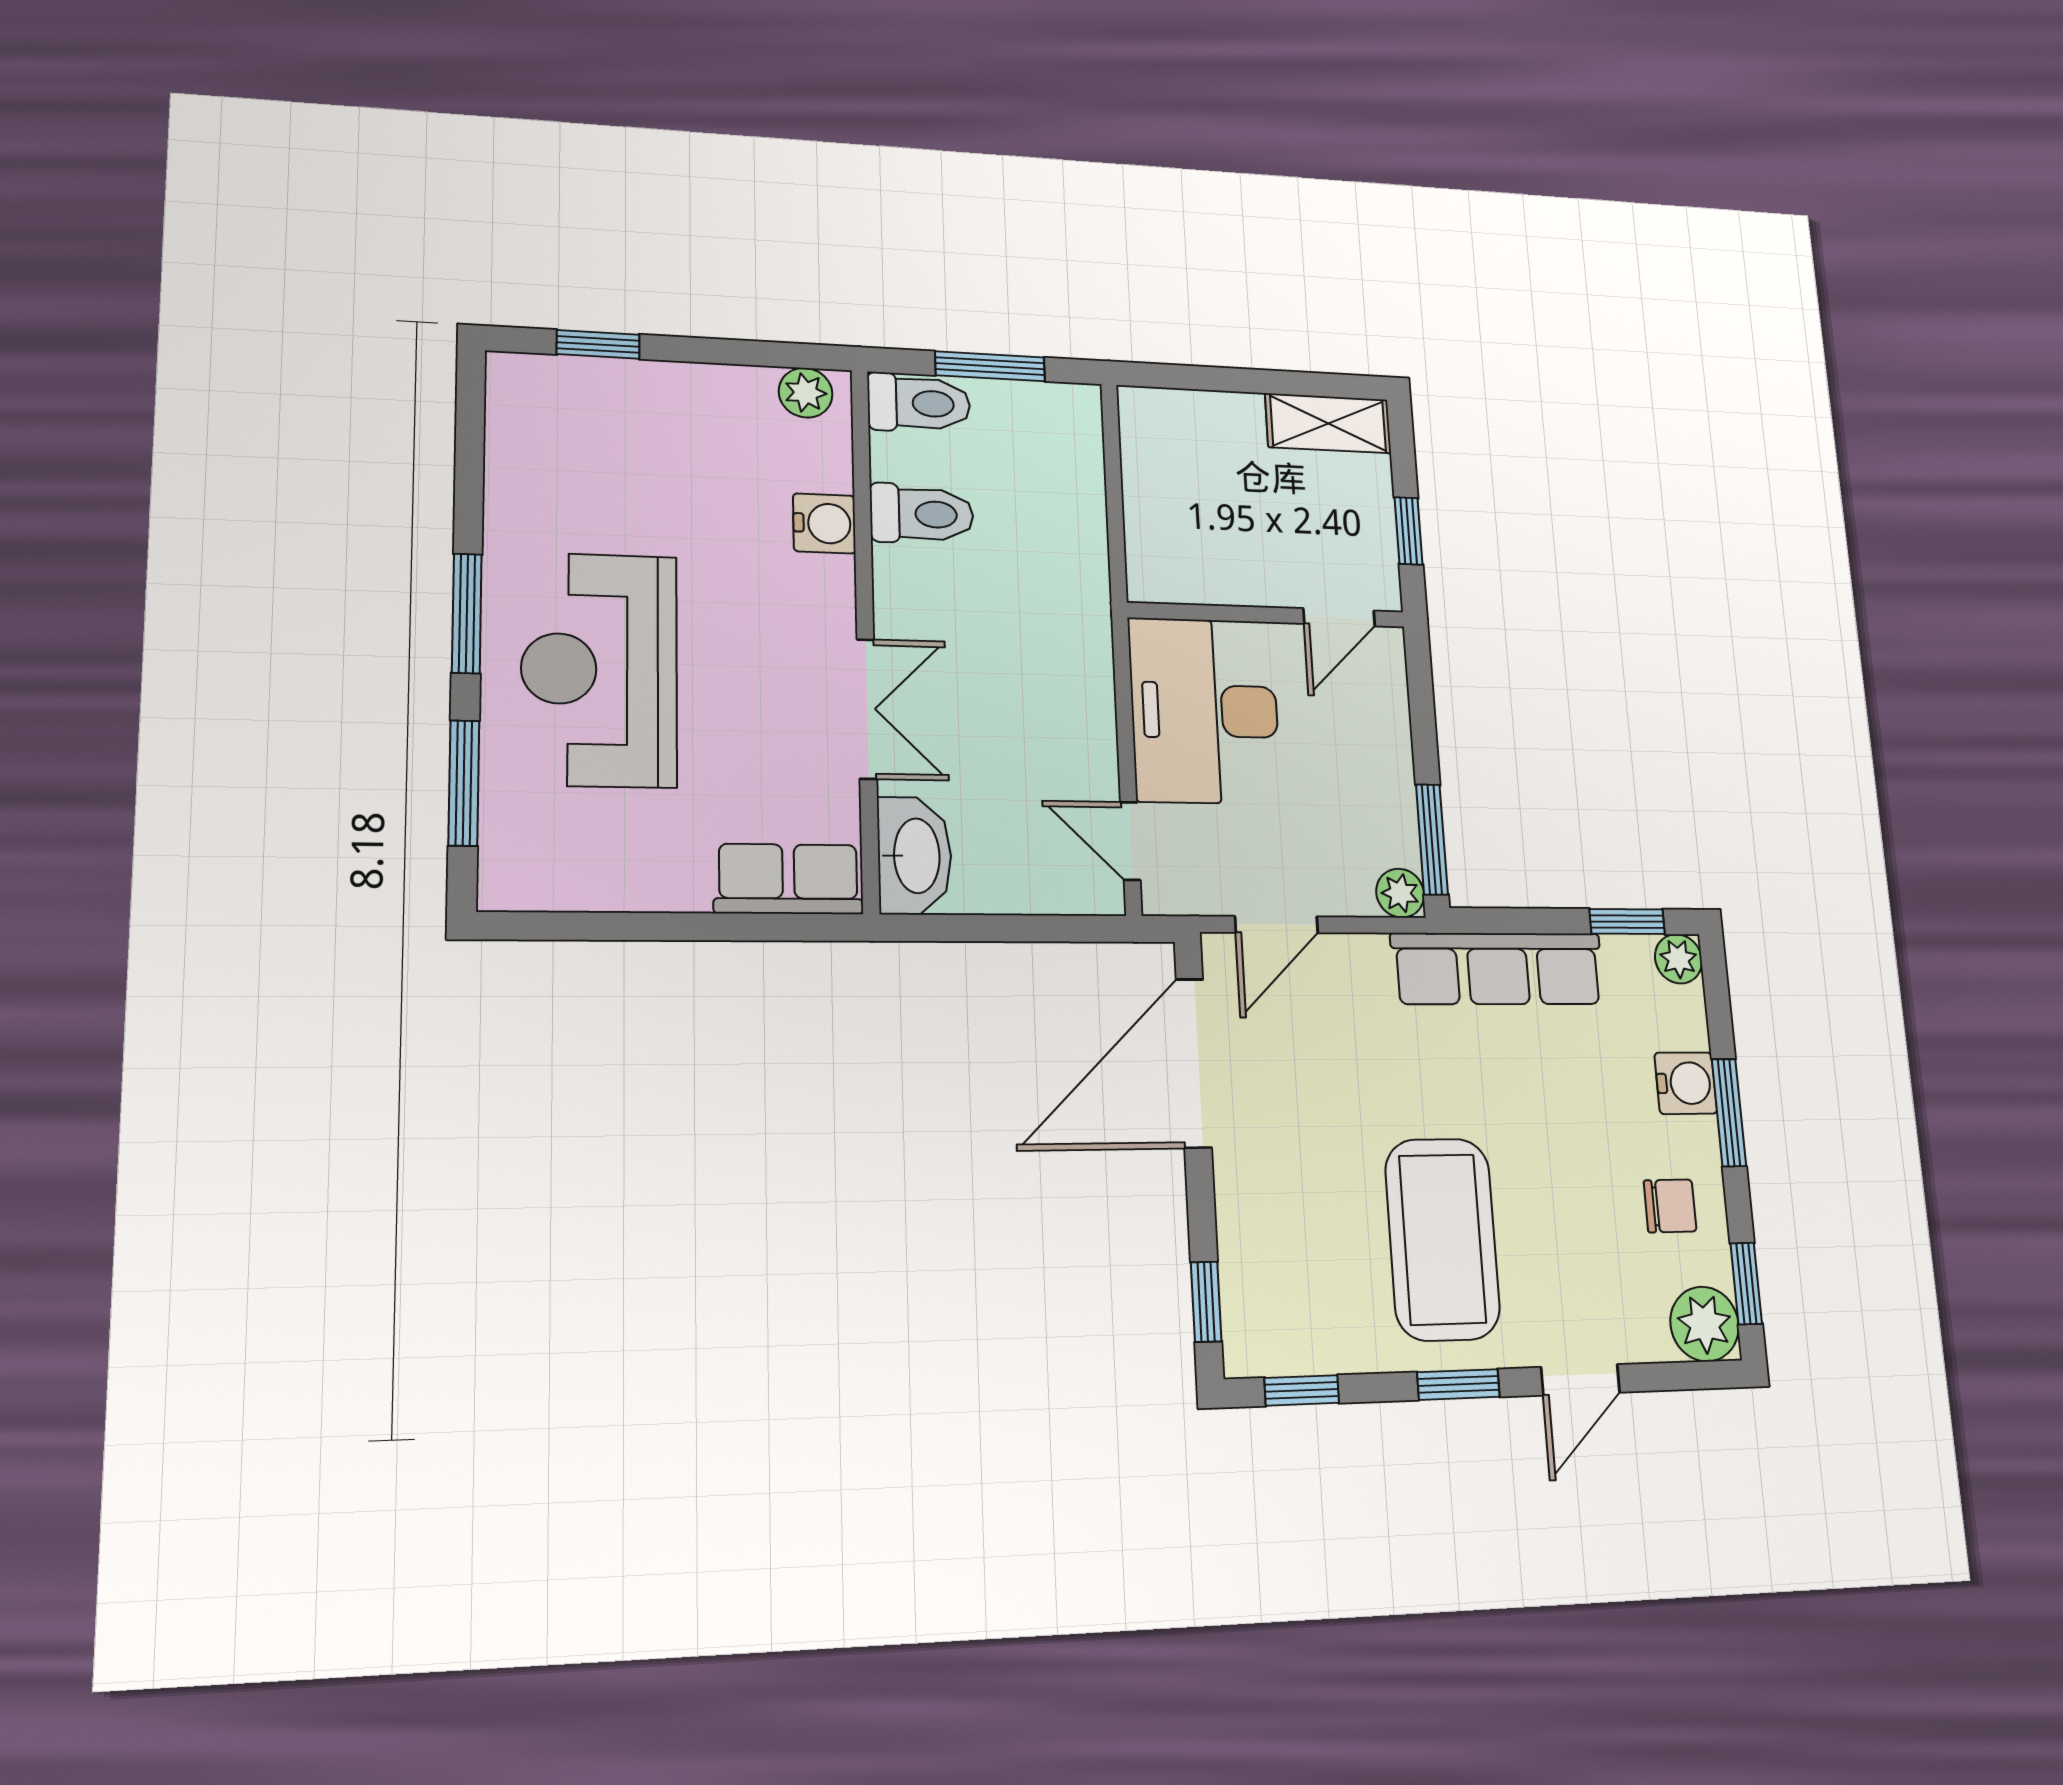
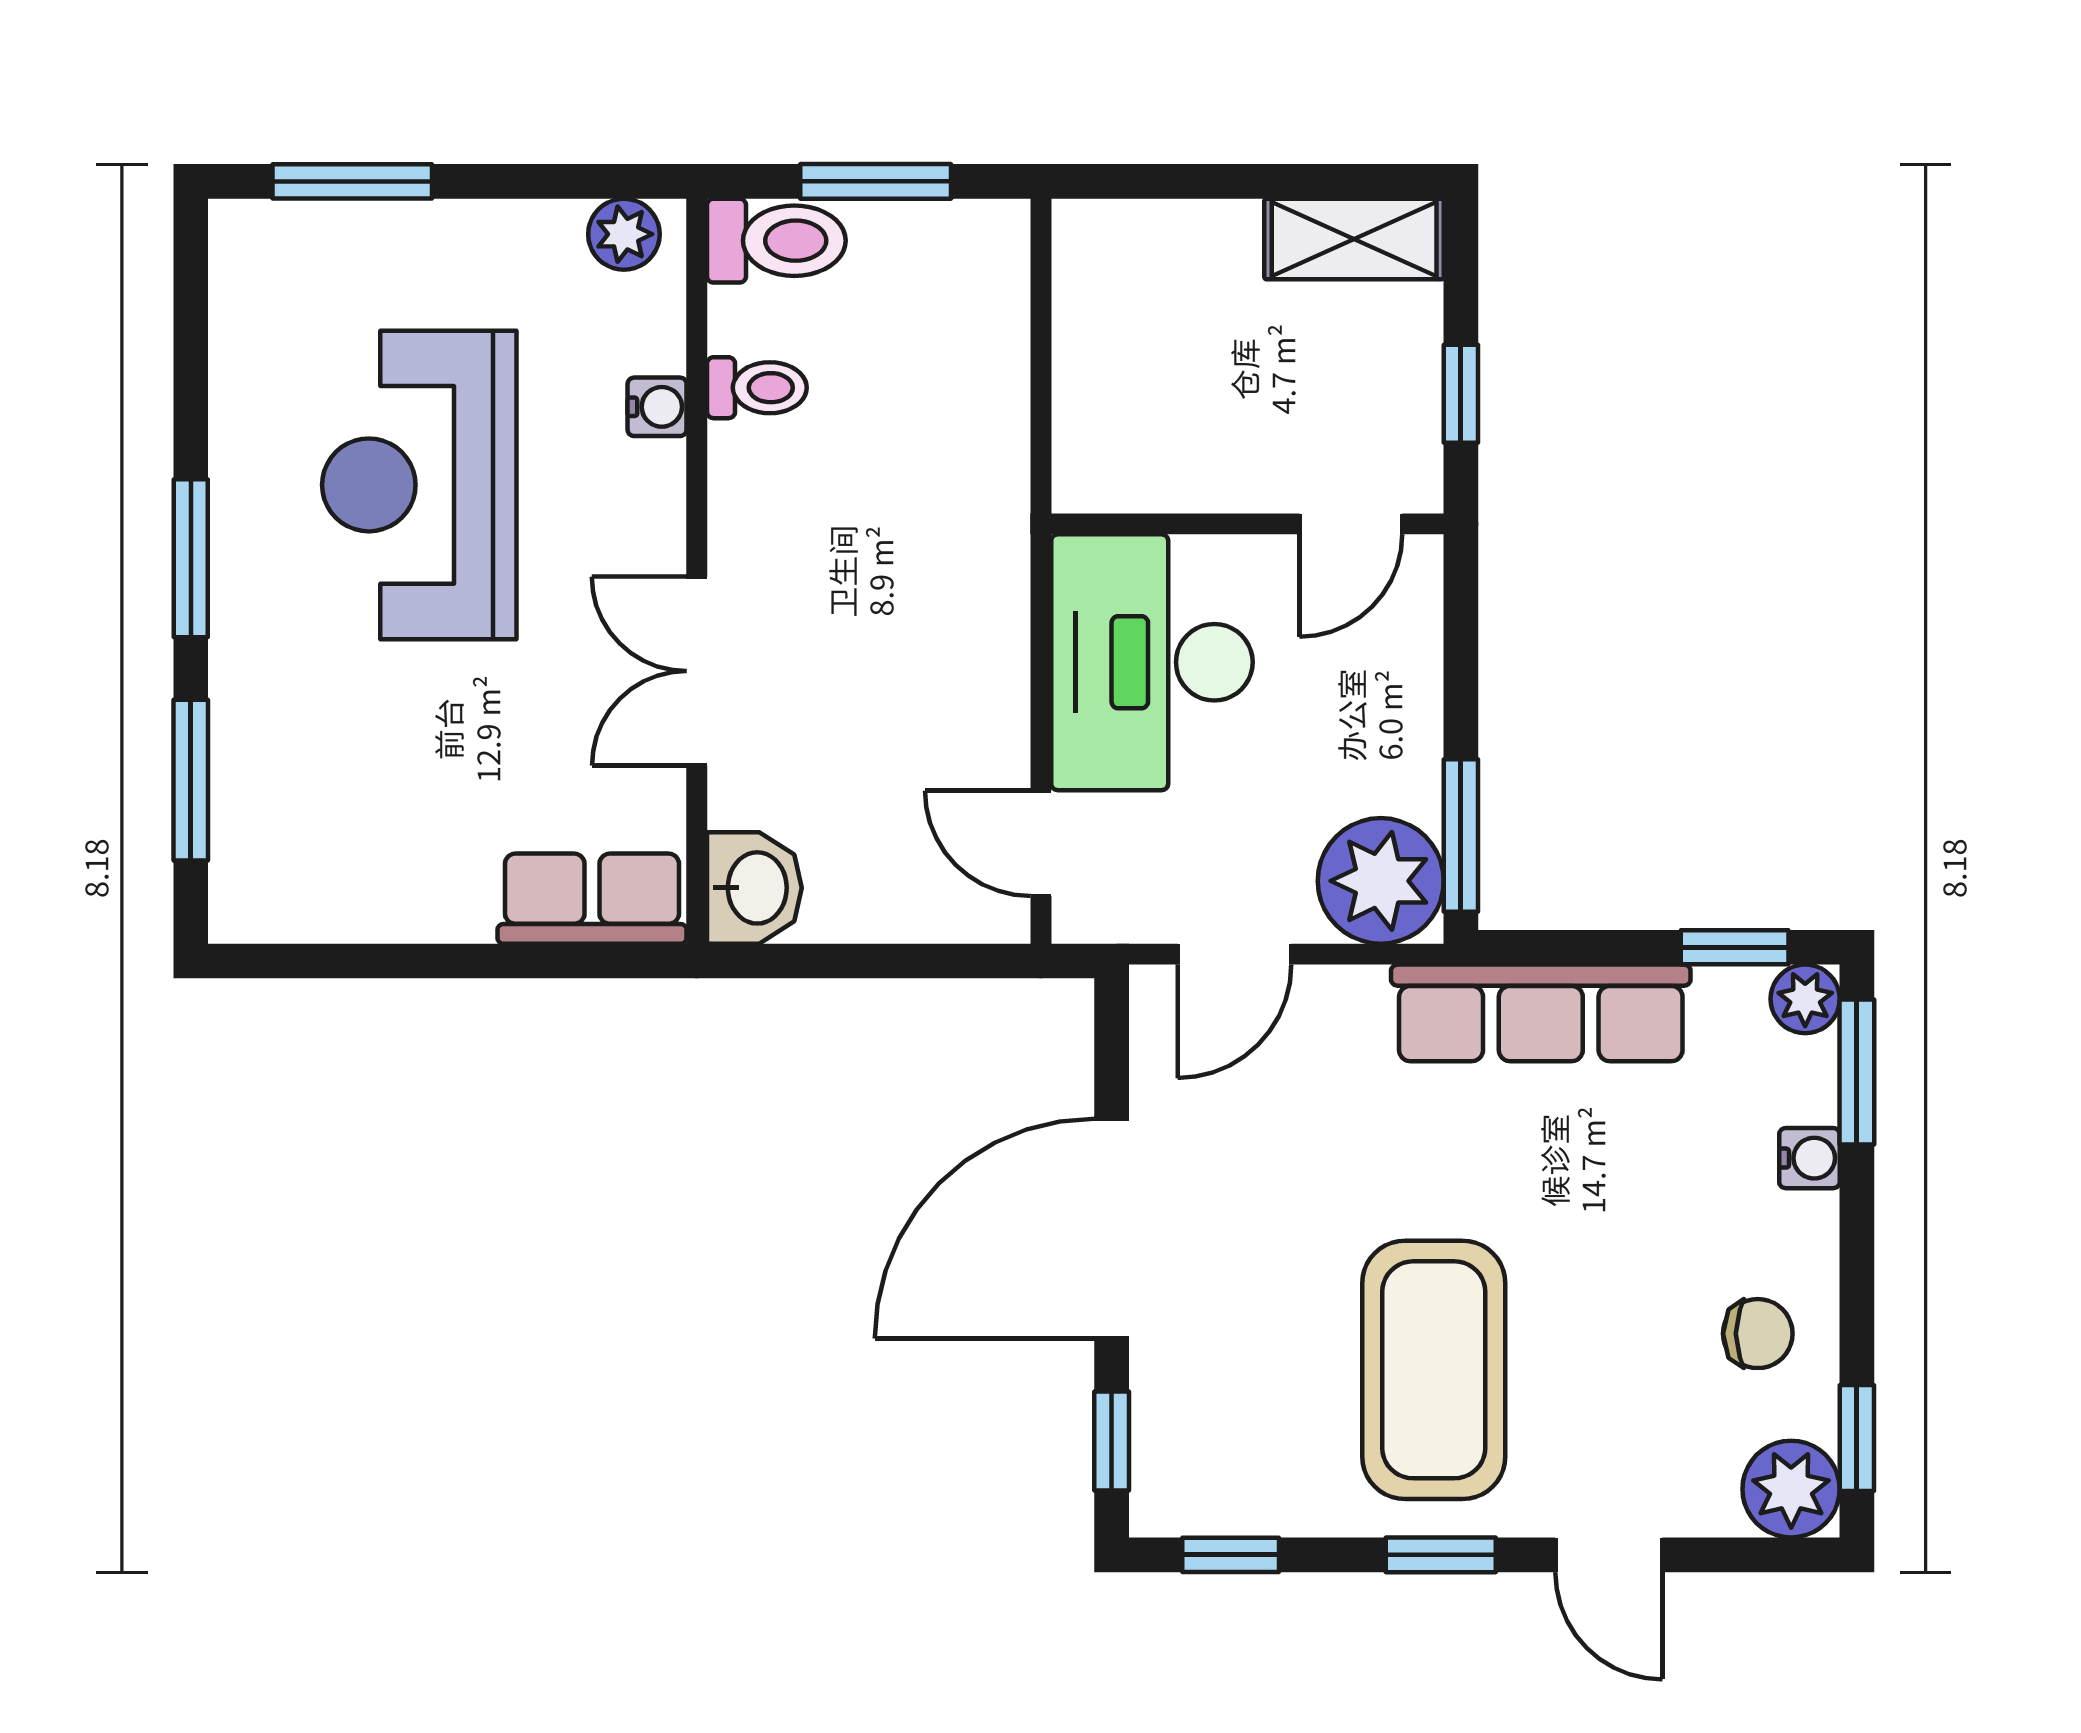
window: (598, 344) -> (352, 181), width x1.50
toilet: (922, 514) -> (757, 388), width x0.73, depth x0.72
water cooler: (824, 523) -> (657, 407), width x0.72, depth x0.72
reception desk: (599, 670) -> (419, 485), moved
double door: (867, 709) -> (697, 671), swing flipped
washbasin: (915, 856) -> (754, 888), width x0.72
plant: (1400, 893) -> (1381, 881), width x1.87, depth x1.87
door: (1194, 1063) -> (1112, 1229), moved
water cooler: (1686, 1083) -> (1809, 1158), width x0.72, depth x0.72
window: (1729, 1113) -> (1857, 1072), moved
door: (1580, 1380) -> (1609, 1555), hinge flipped

